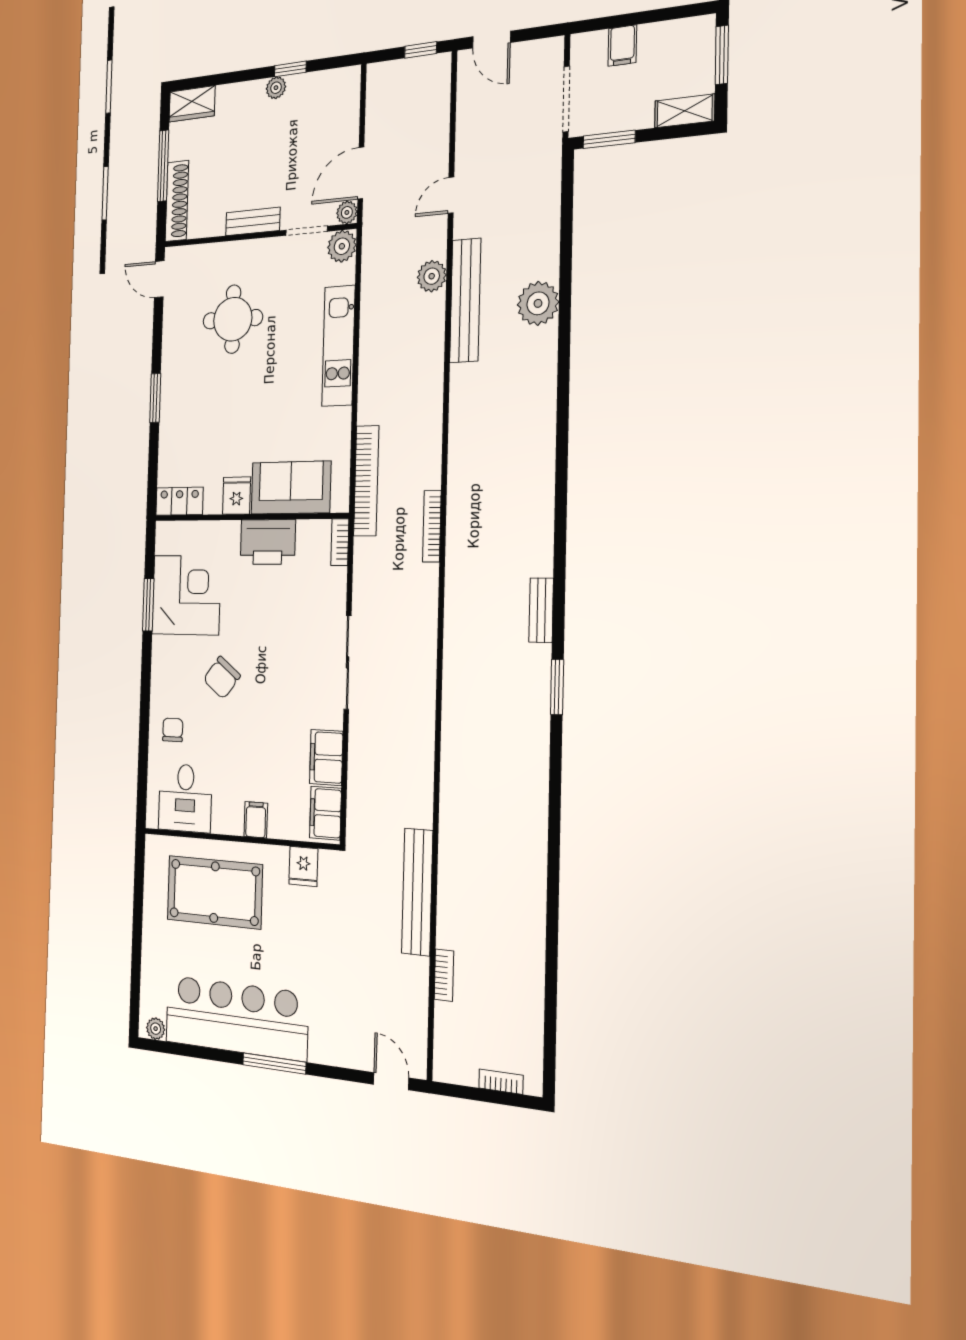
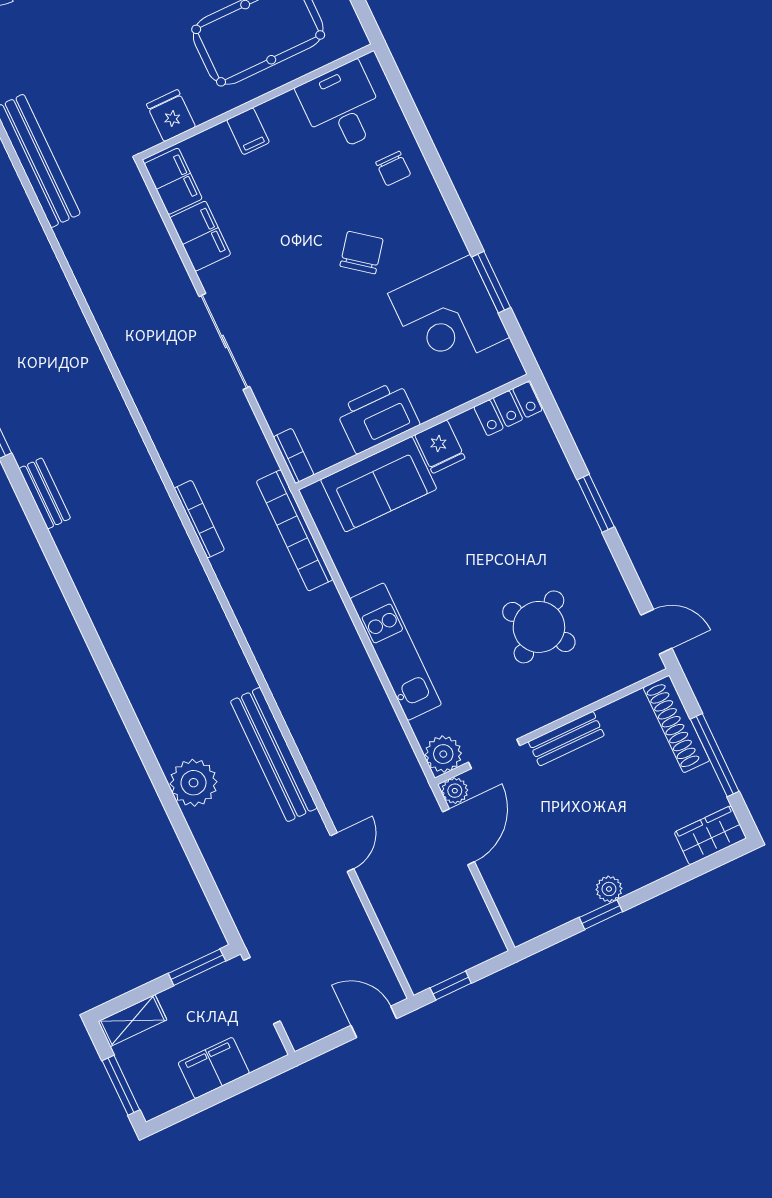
filing cabinet: (622, 46) -> (214, 1068), width x2.00
plant: (432, 276) -> (323, 764), removed
round table: (233, 319) -> (539, 627), turned -35

